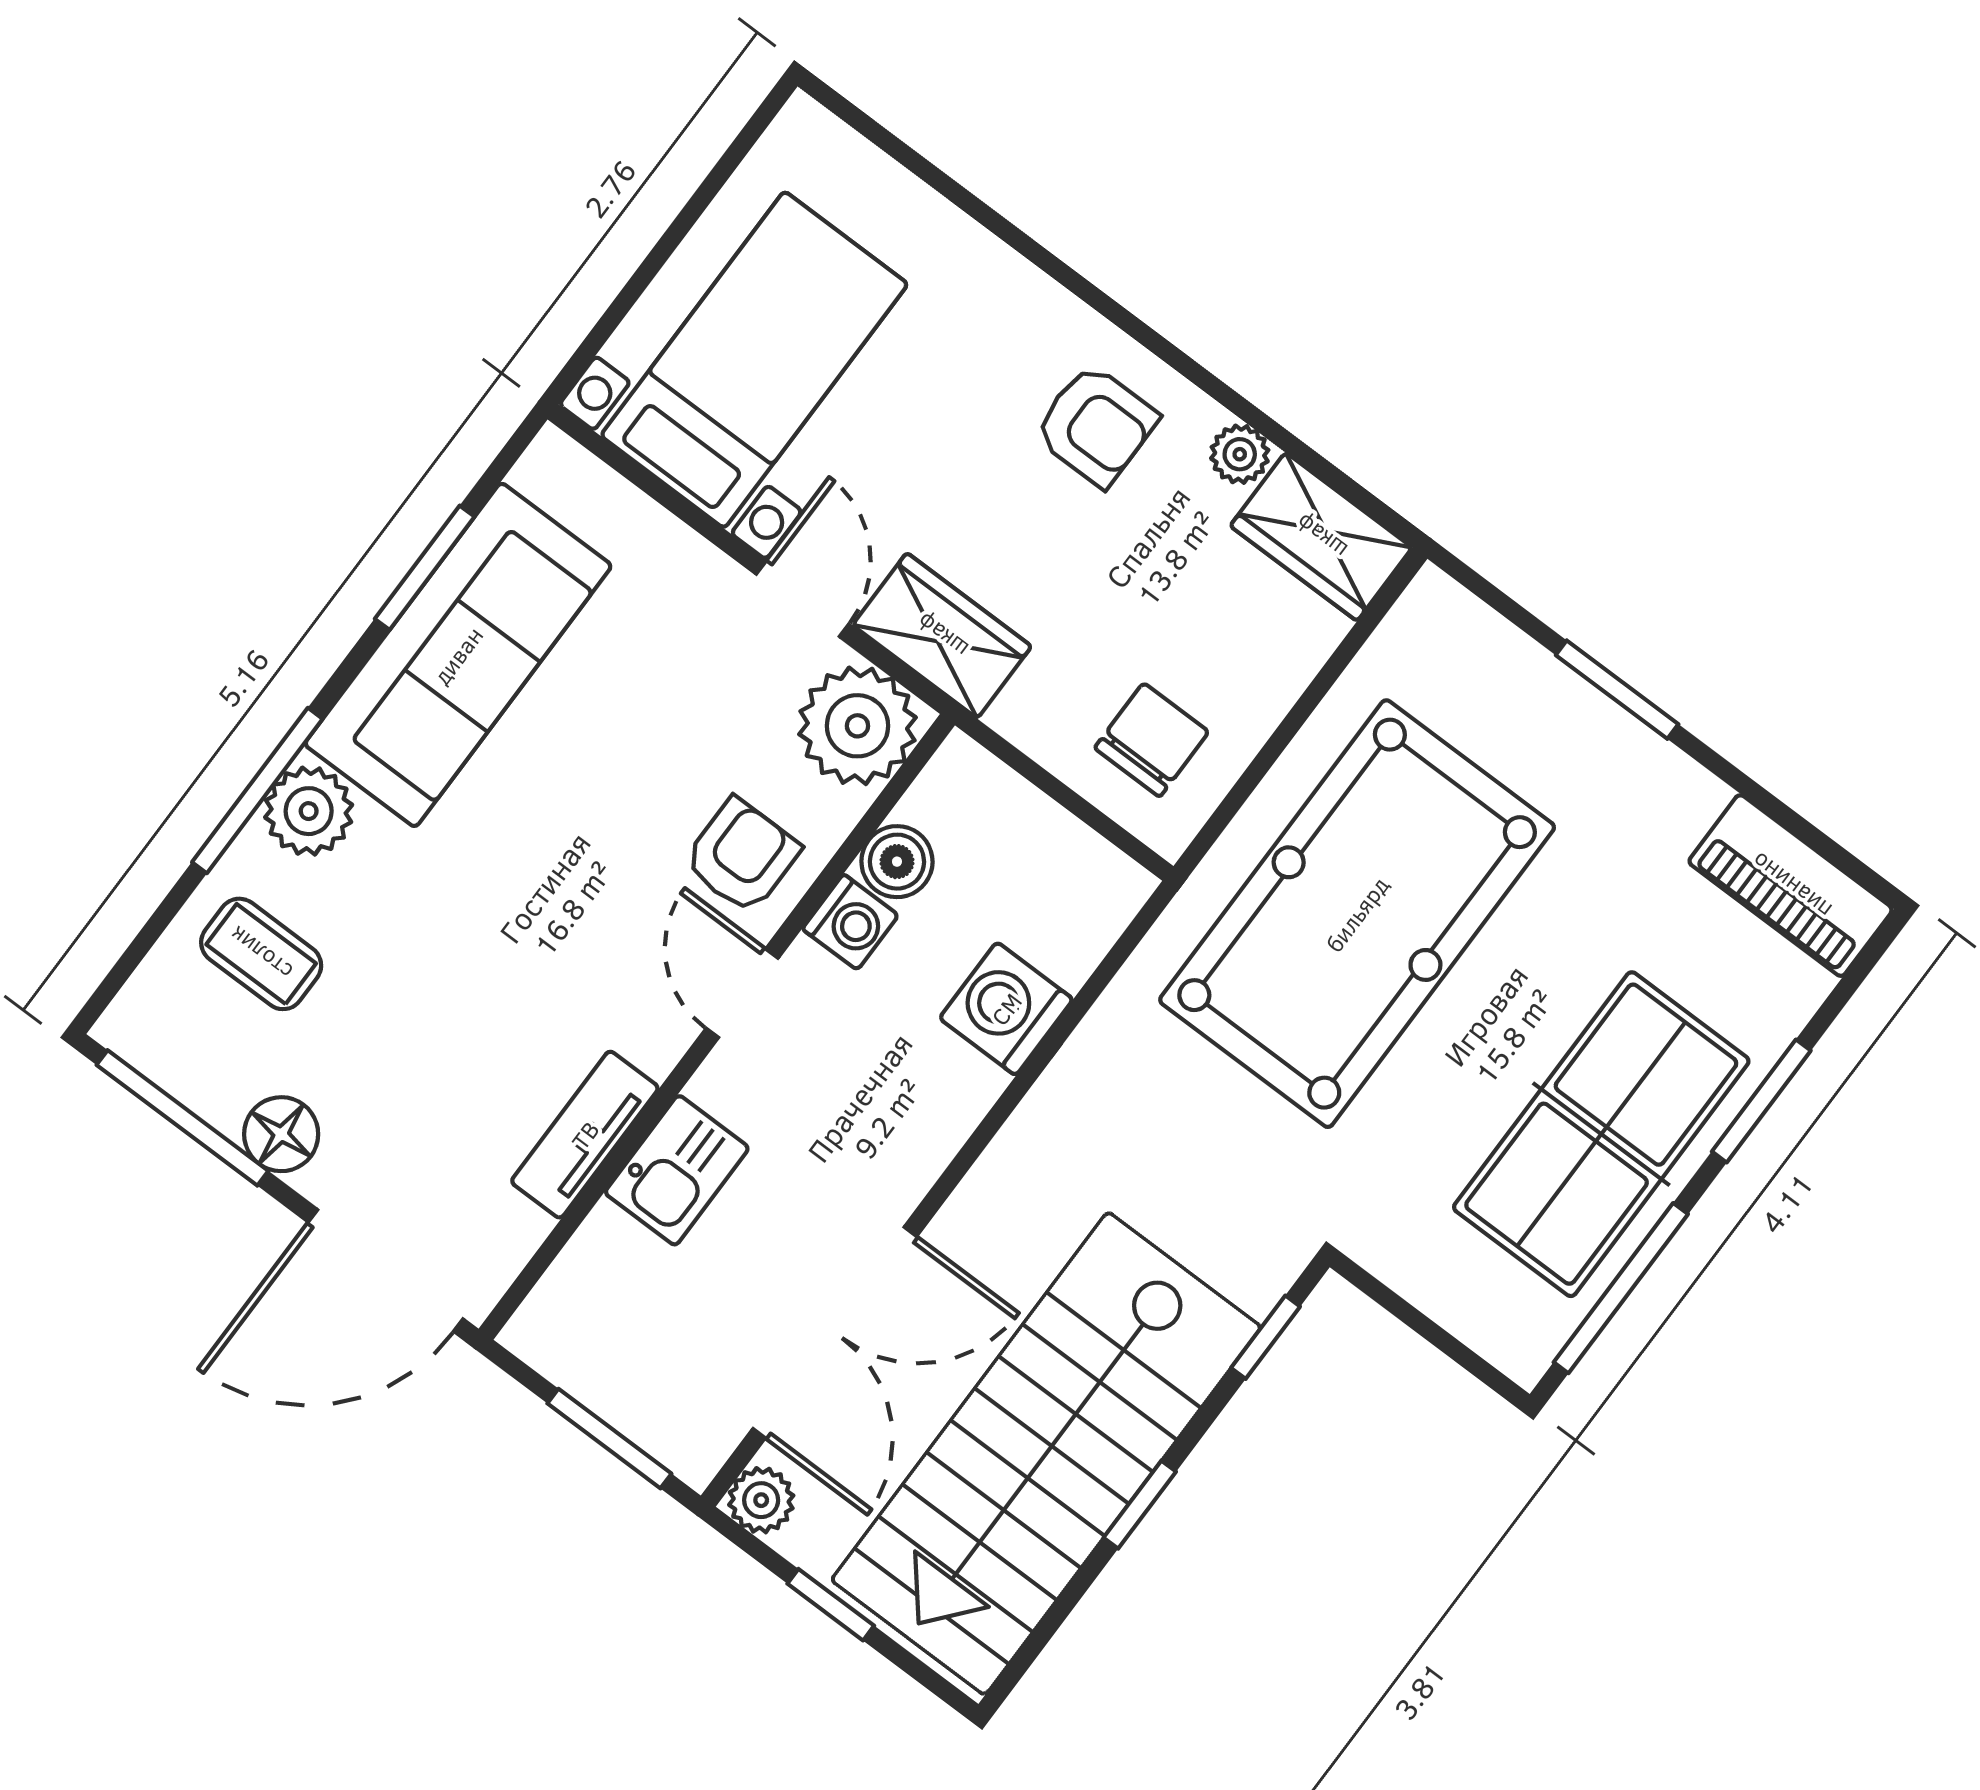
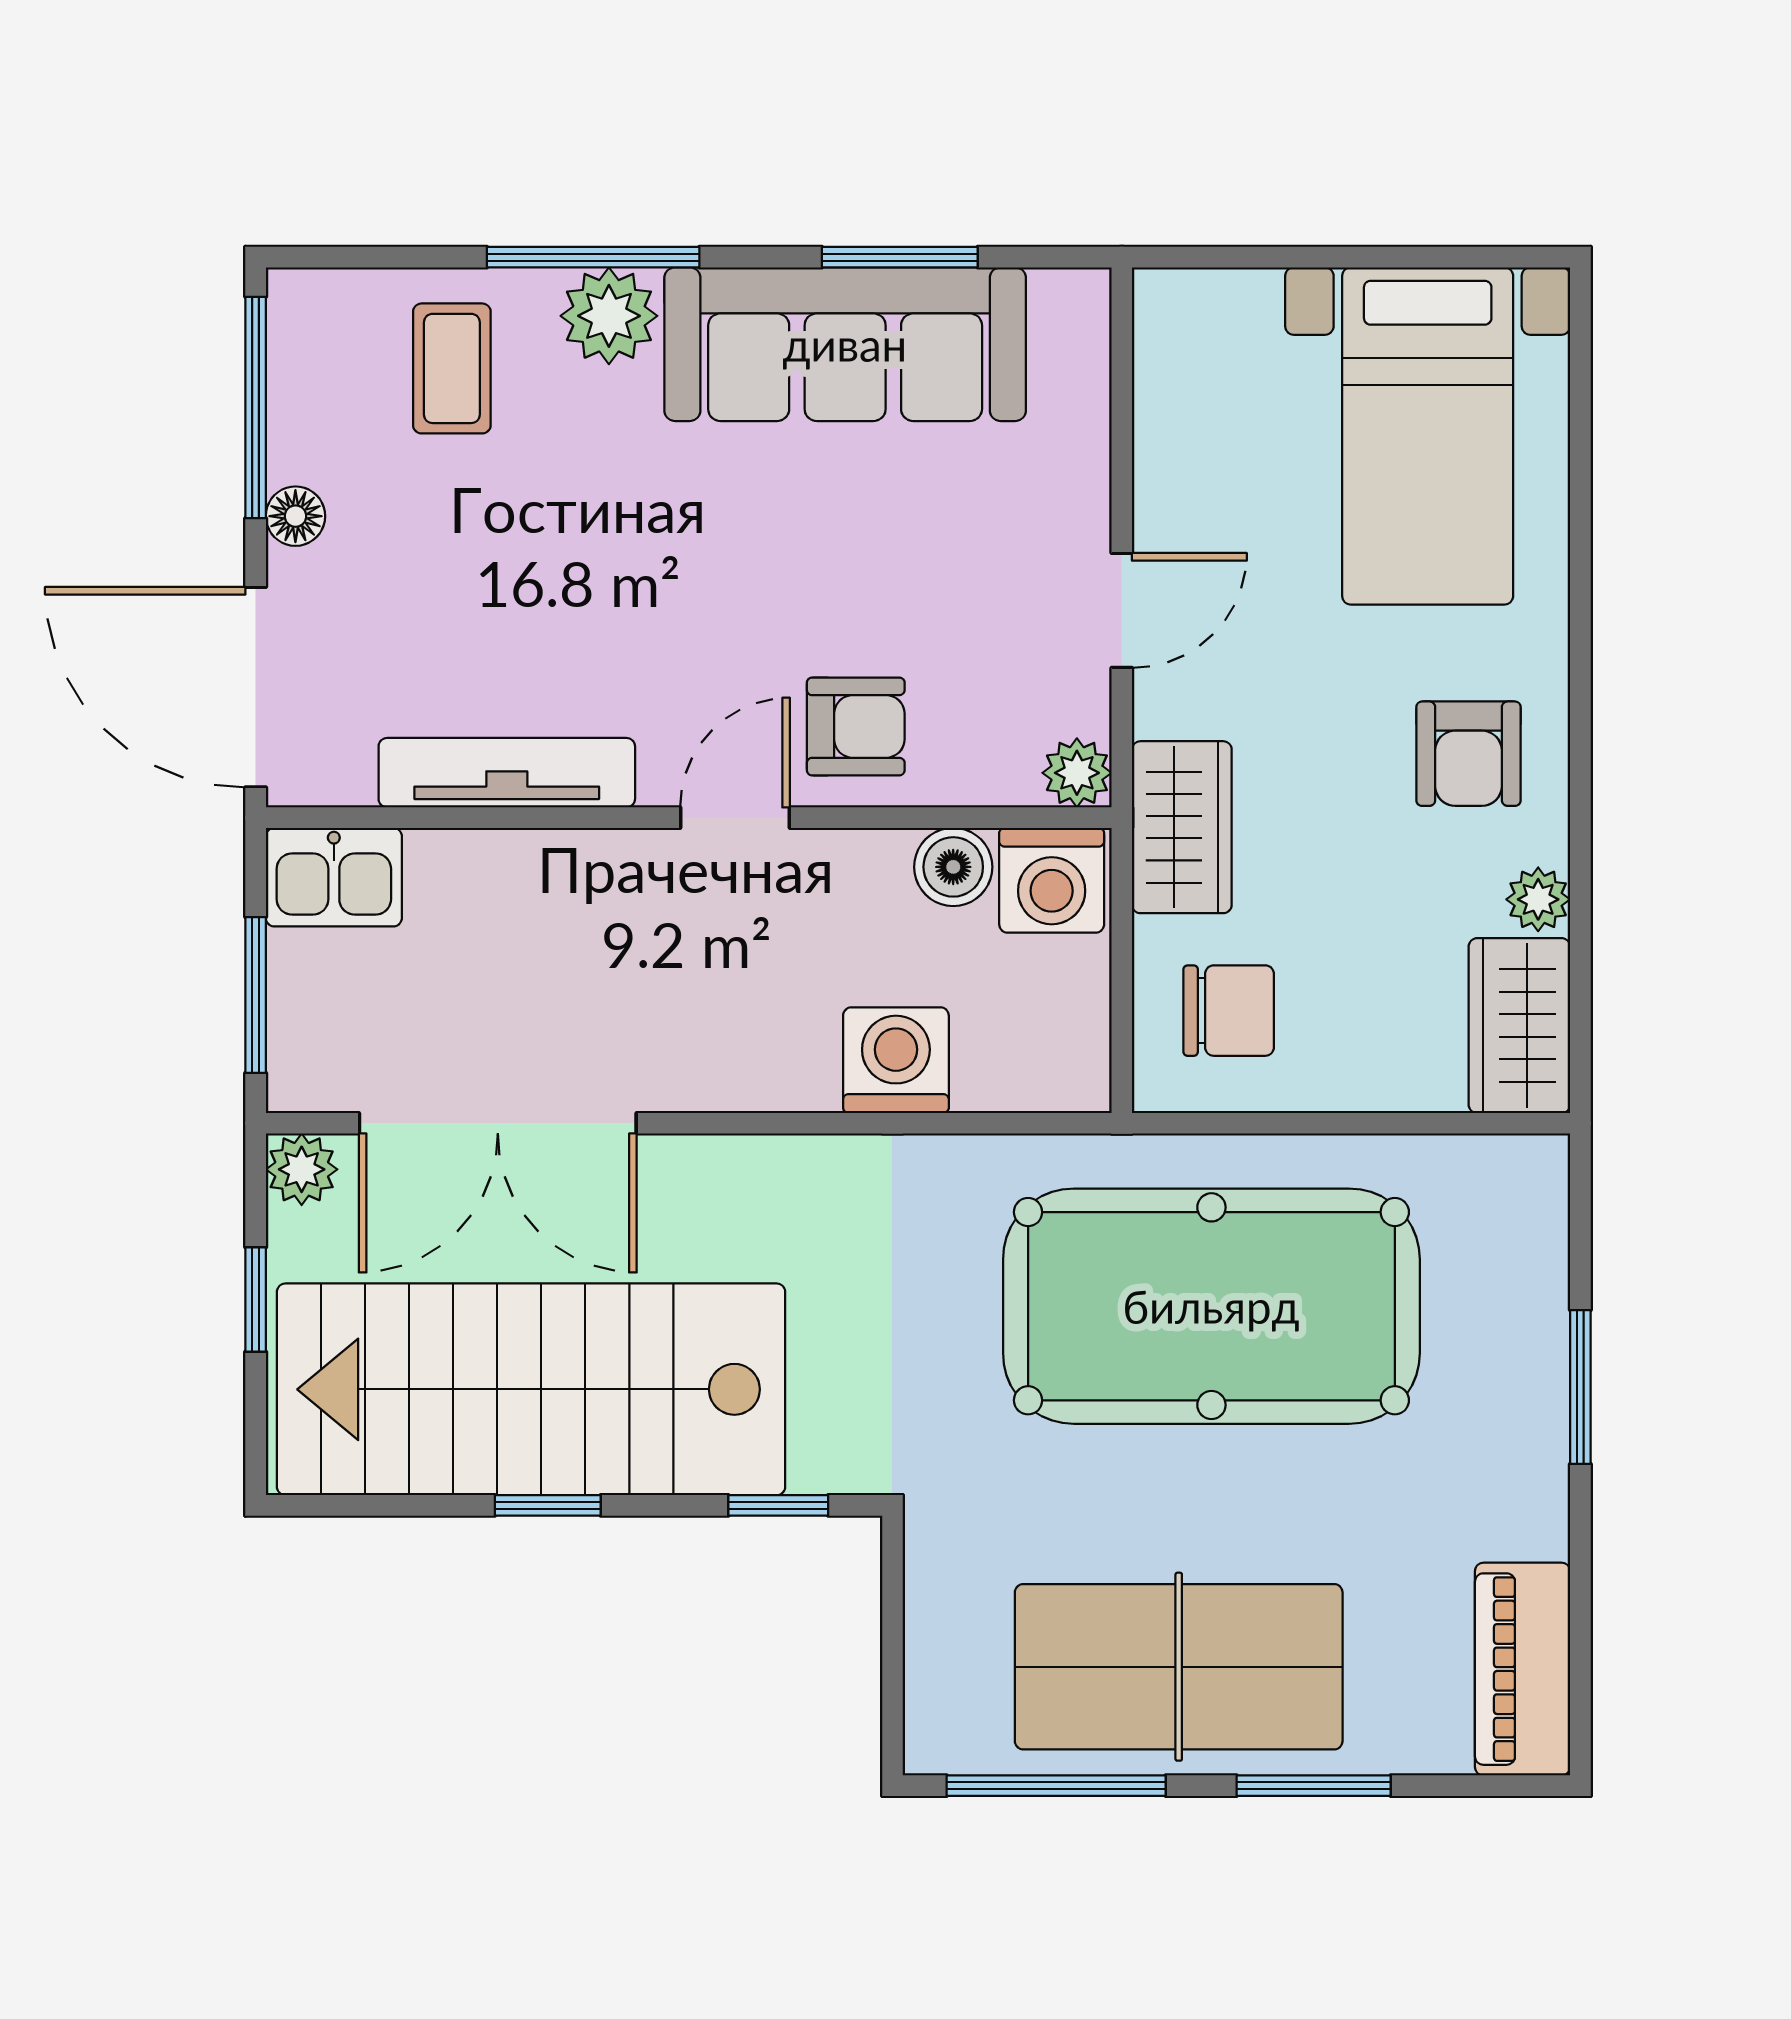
bed with nightstands: (754, 360) -> (1428, 436), moved, turned 90
wardrobe: (942, 636) -> (1182, 827), moved
plant: (857, 726) -> (1077, 773), width x0.53, depth x0.53
washing machine: (850, 922) -> (1052, 880), moved, width x1.38, depth x1.38
floor lamp: (281, 1134) -> (295, 516), width x0.73, depth x0.73
tv unit: (585, 1135) -> (507, 773), width x1.41
kitchen sink: (677, 1170) -> (334, 877), moved

